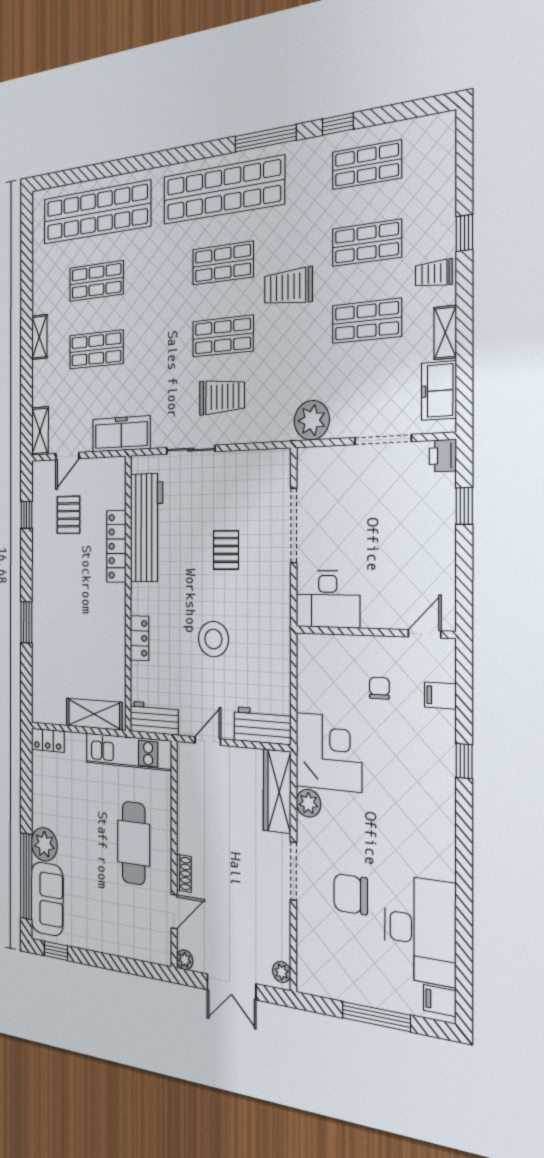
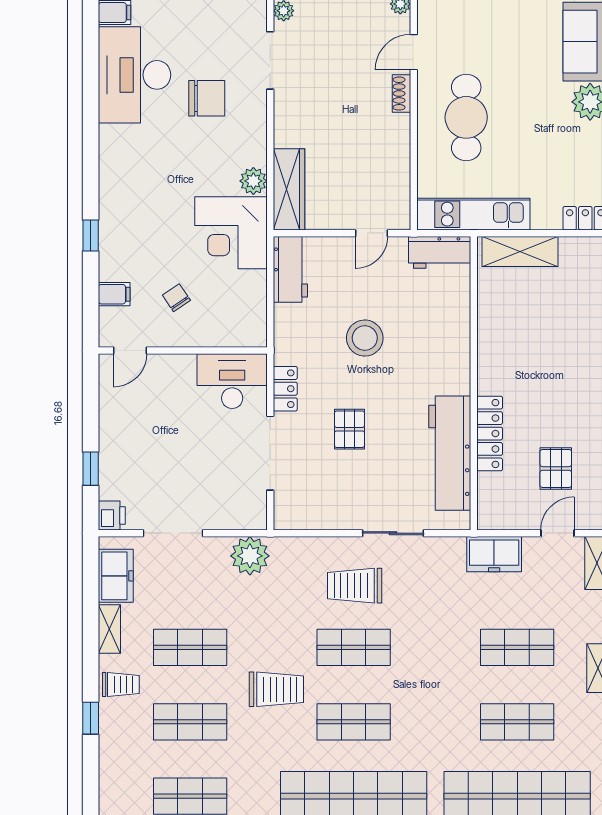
freezer: (121, 434) -> (494, 554), width x0.71
locker: (140, 638) -> (285, 389), moved, turned 180
chair: (379, 688) -> (176, 298), turned 146
workbench: (262, 726) -> (290, 269), moved, turned -90
doorway: (293, 871) -> (270, 60), moved

